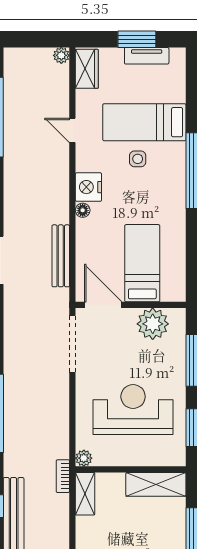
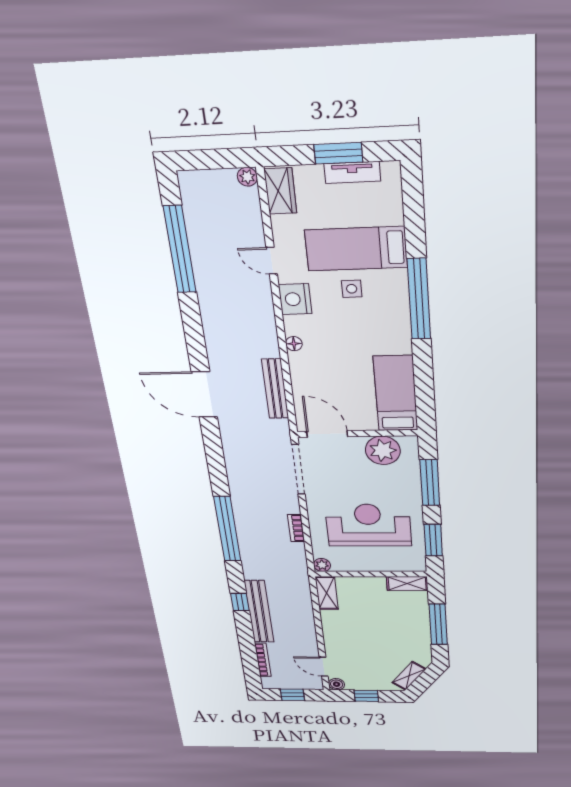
nightstand: (88, 187) -> (295, 299), moved
bed: (142, 263) -> (396, 393), moved
bookcase: (63, 476) -> (296, 528), moved
shelving: (156, 484) -> (407, 583), width x0.67, depth x0.75

